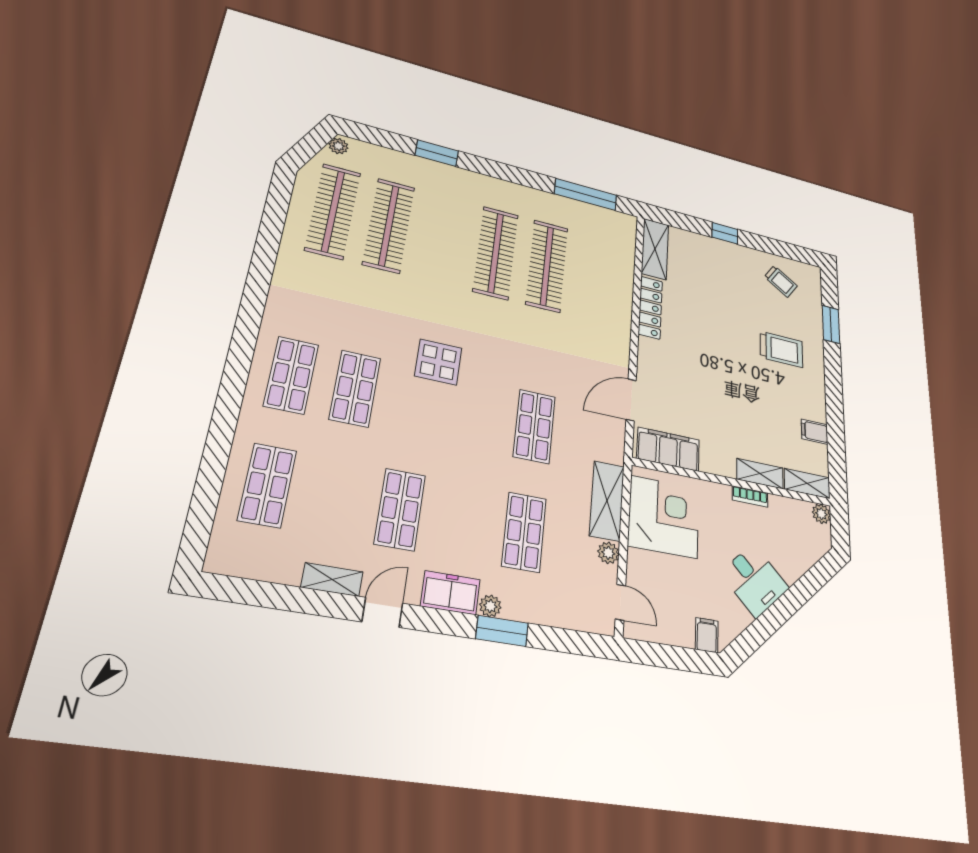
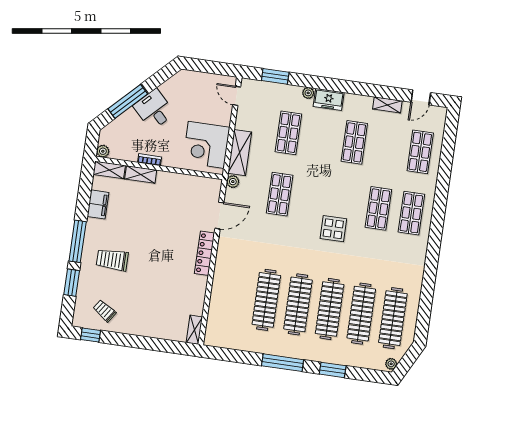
window: (586, 195) -> (283, 363), moved
window: (725, 233) -> (90, 335), moved
clothes rail: (443, 239) -> (330, 309), added
shelving: (655, 249) -> (194, 330), width x0.67, depth x0.75
locker: (650, 308) -> (205, 253), moved
window: (833, 380) -> (78, 241), added
filing cabinet: (815, 432) -> (98, 204), width x2.00
filing cabinet: (668, 449) -> (199, 186), removed
plant: (608, 553) -> (233, 182), moved
window: (797, 595) -> (128, 101), added
door: (382, 612) -> (421, 97), moved
window: (502, 631) -> (275, 76), moved
filing cabinet: (707, 635) -> (188, 79), removed

